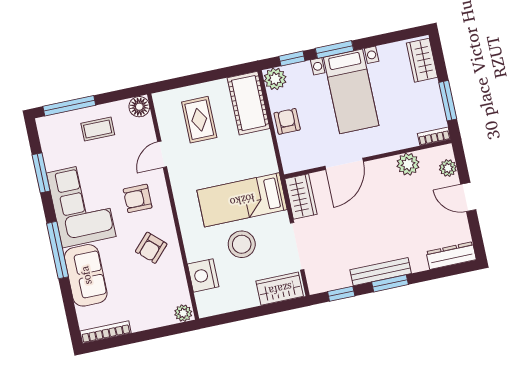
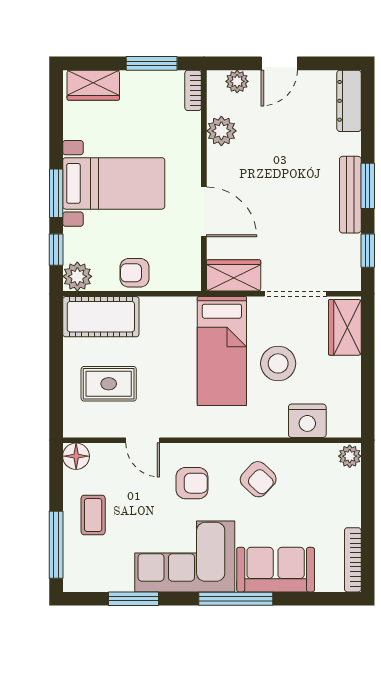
armchair: (138, 198) -> (192, 483), turned -90

